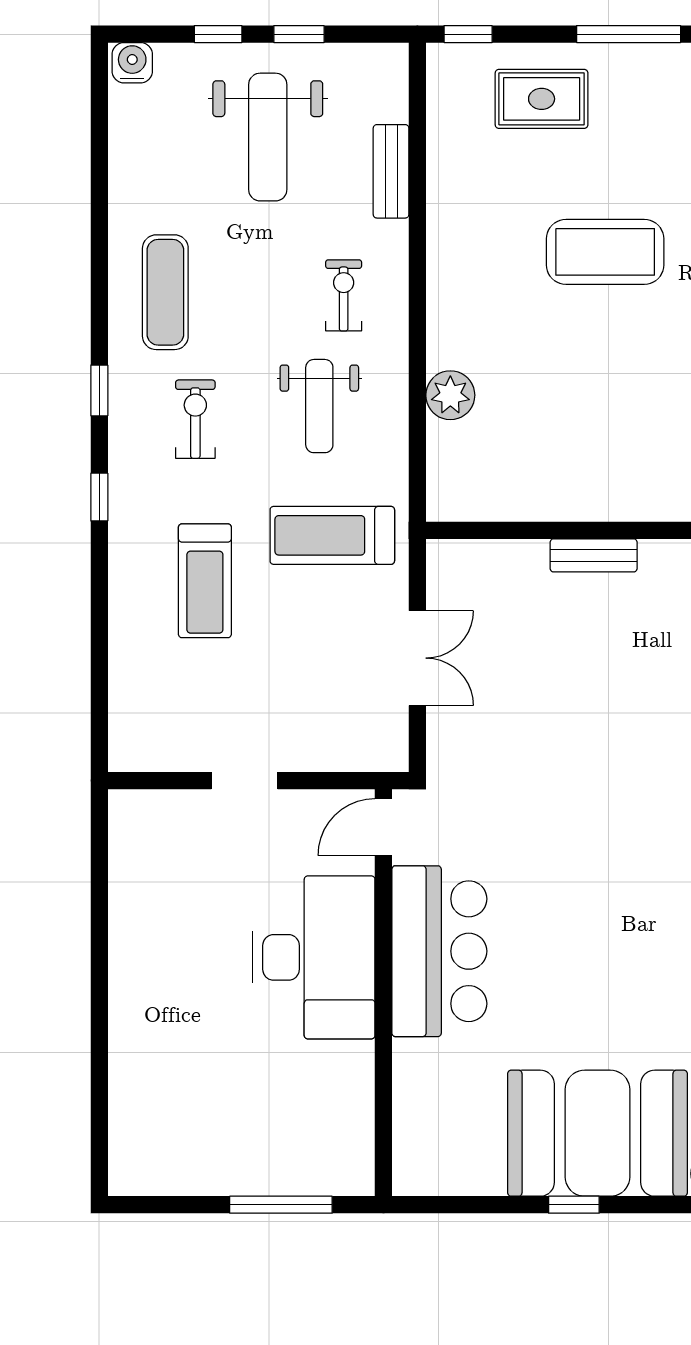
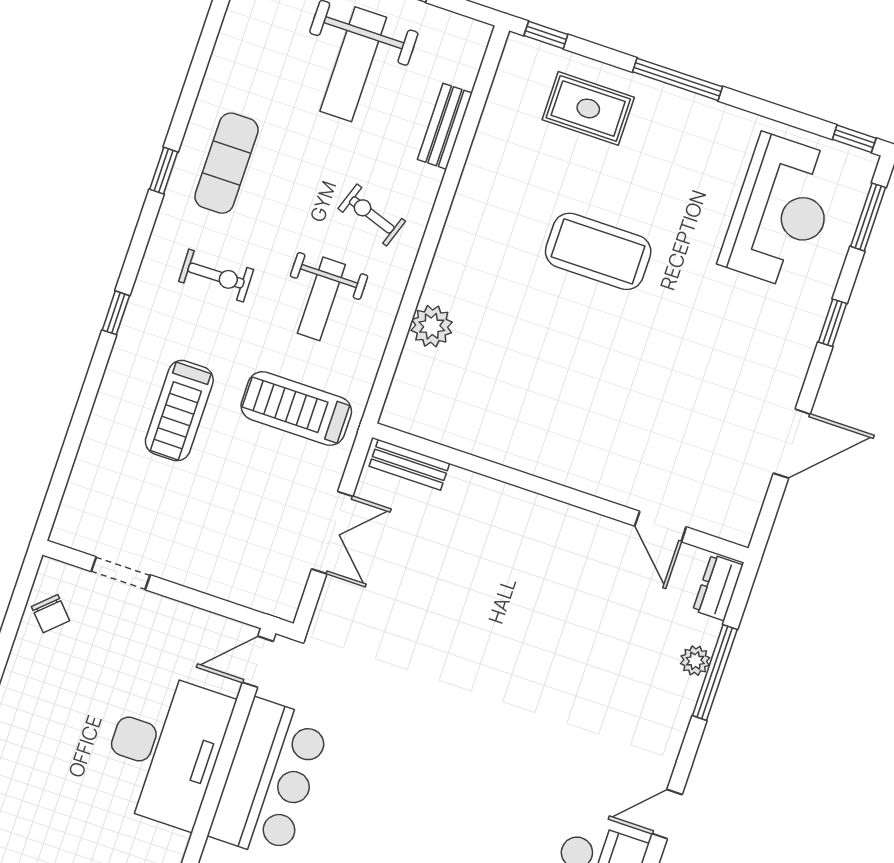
exercise bike: (344, 295) -> (372, 215), turned -71
window: (99, 390) -> (164, 171), moved
exercise bike: (195, 419) -> (216, 275), turned 89
bench: (594, 555) -> (409, 465), moved
doorway: (245, 781) -> (121, 573), moved
chair: (139, 851) -> (50, 614), added

